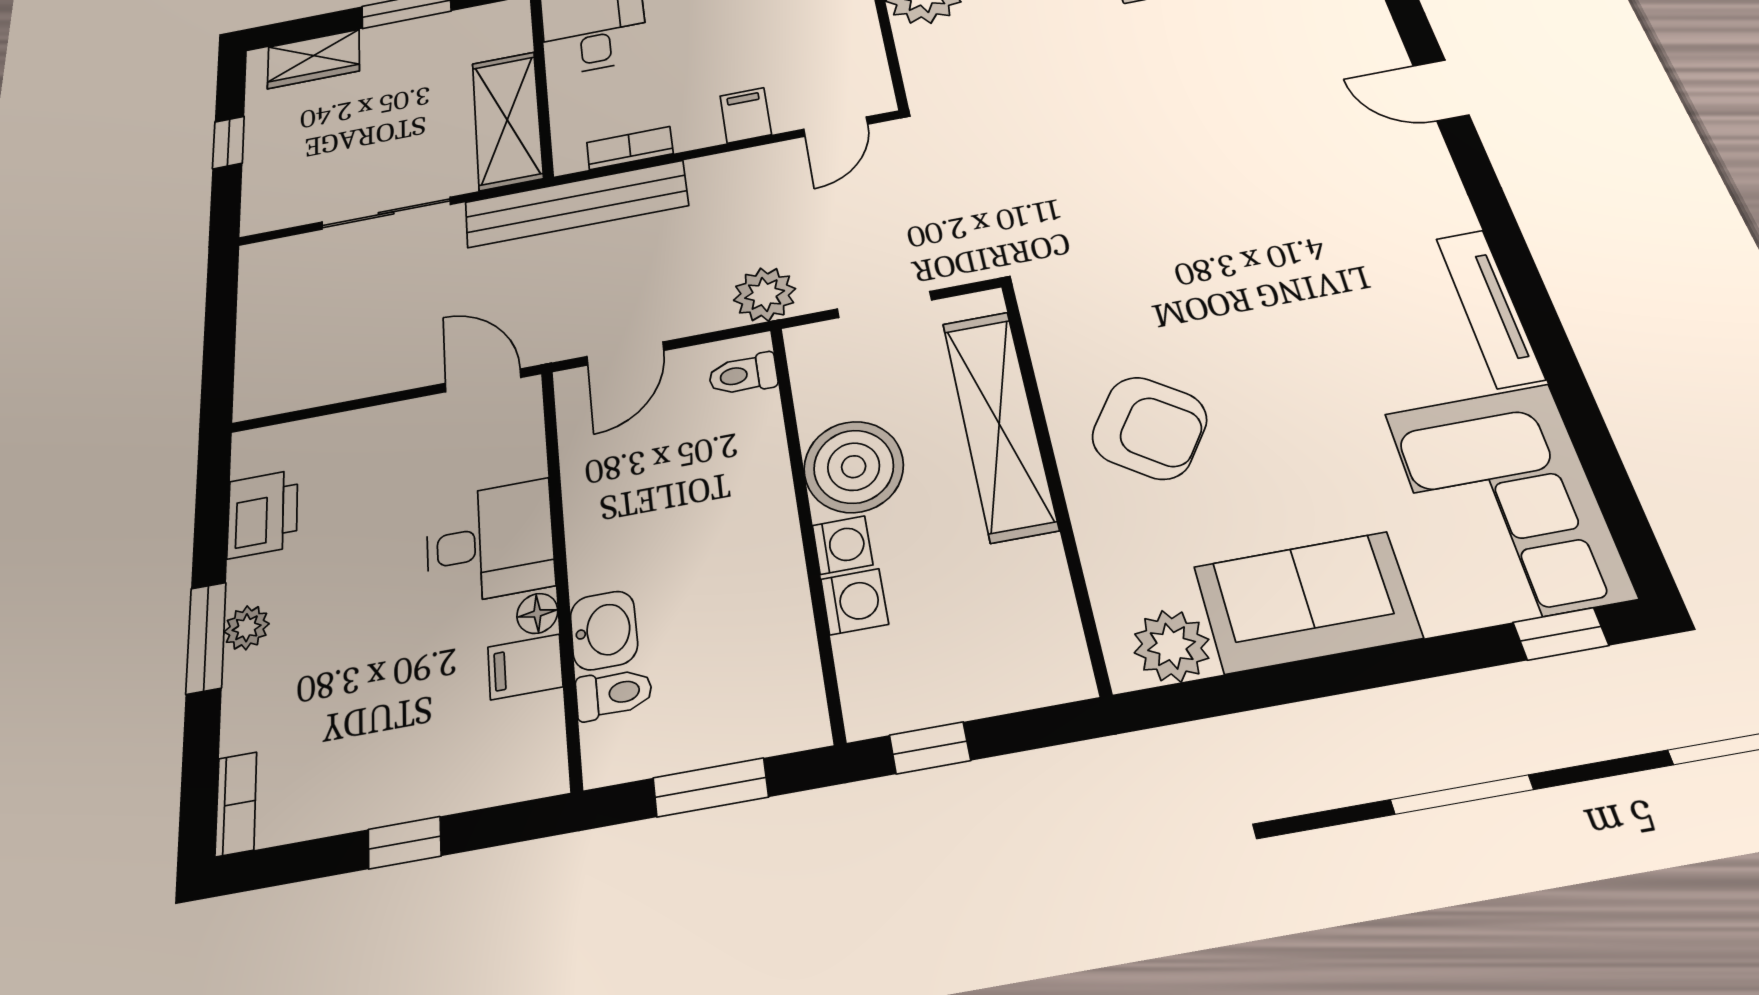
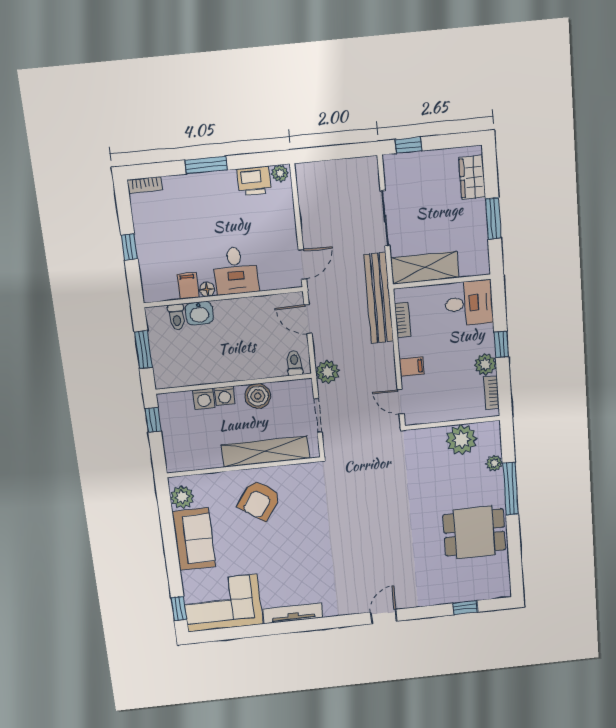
window: (228, 142) -> (409, 145), moved
boiler: (854, 467) -> (258, 396), width x0.73, depth x0.73
plant: (247, 628) -> (280, 173), moved

